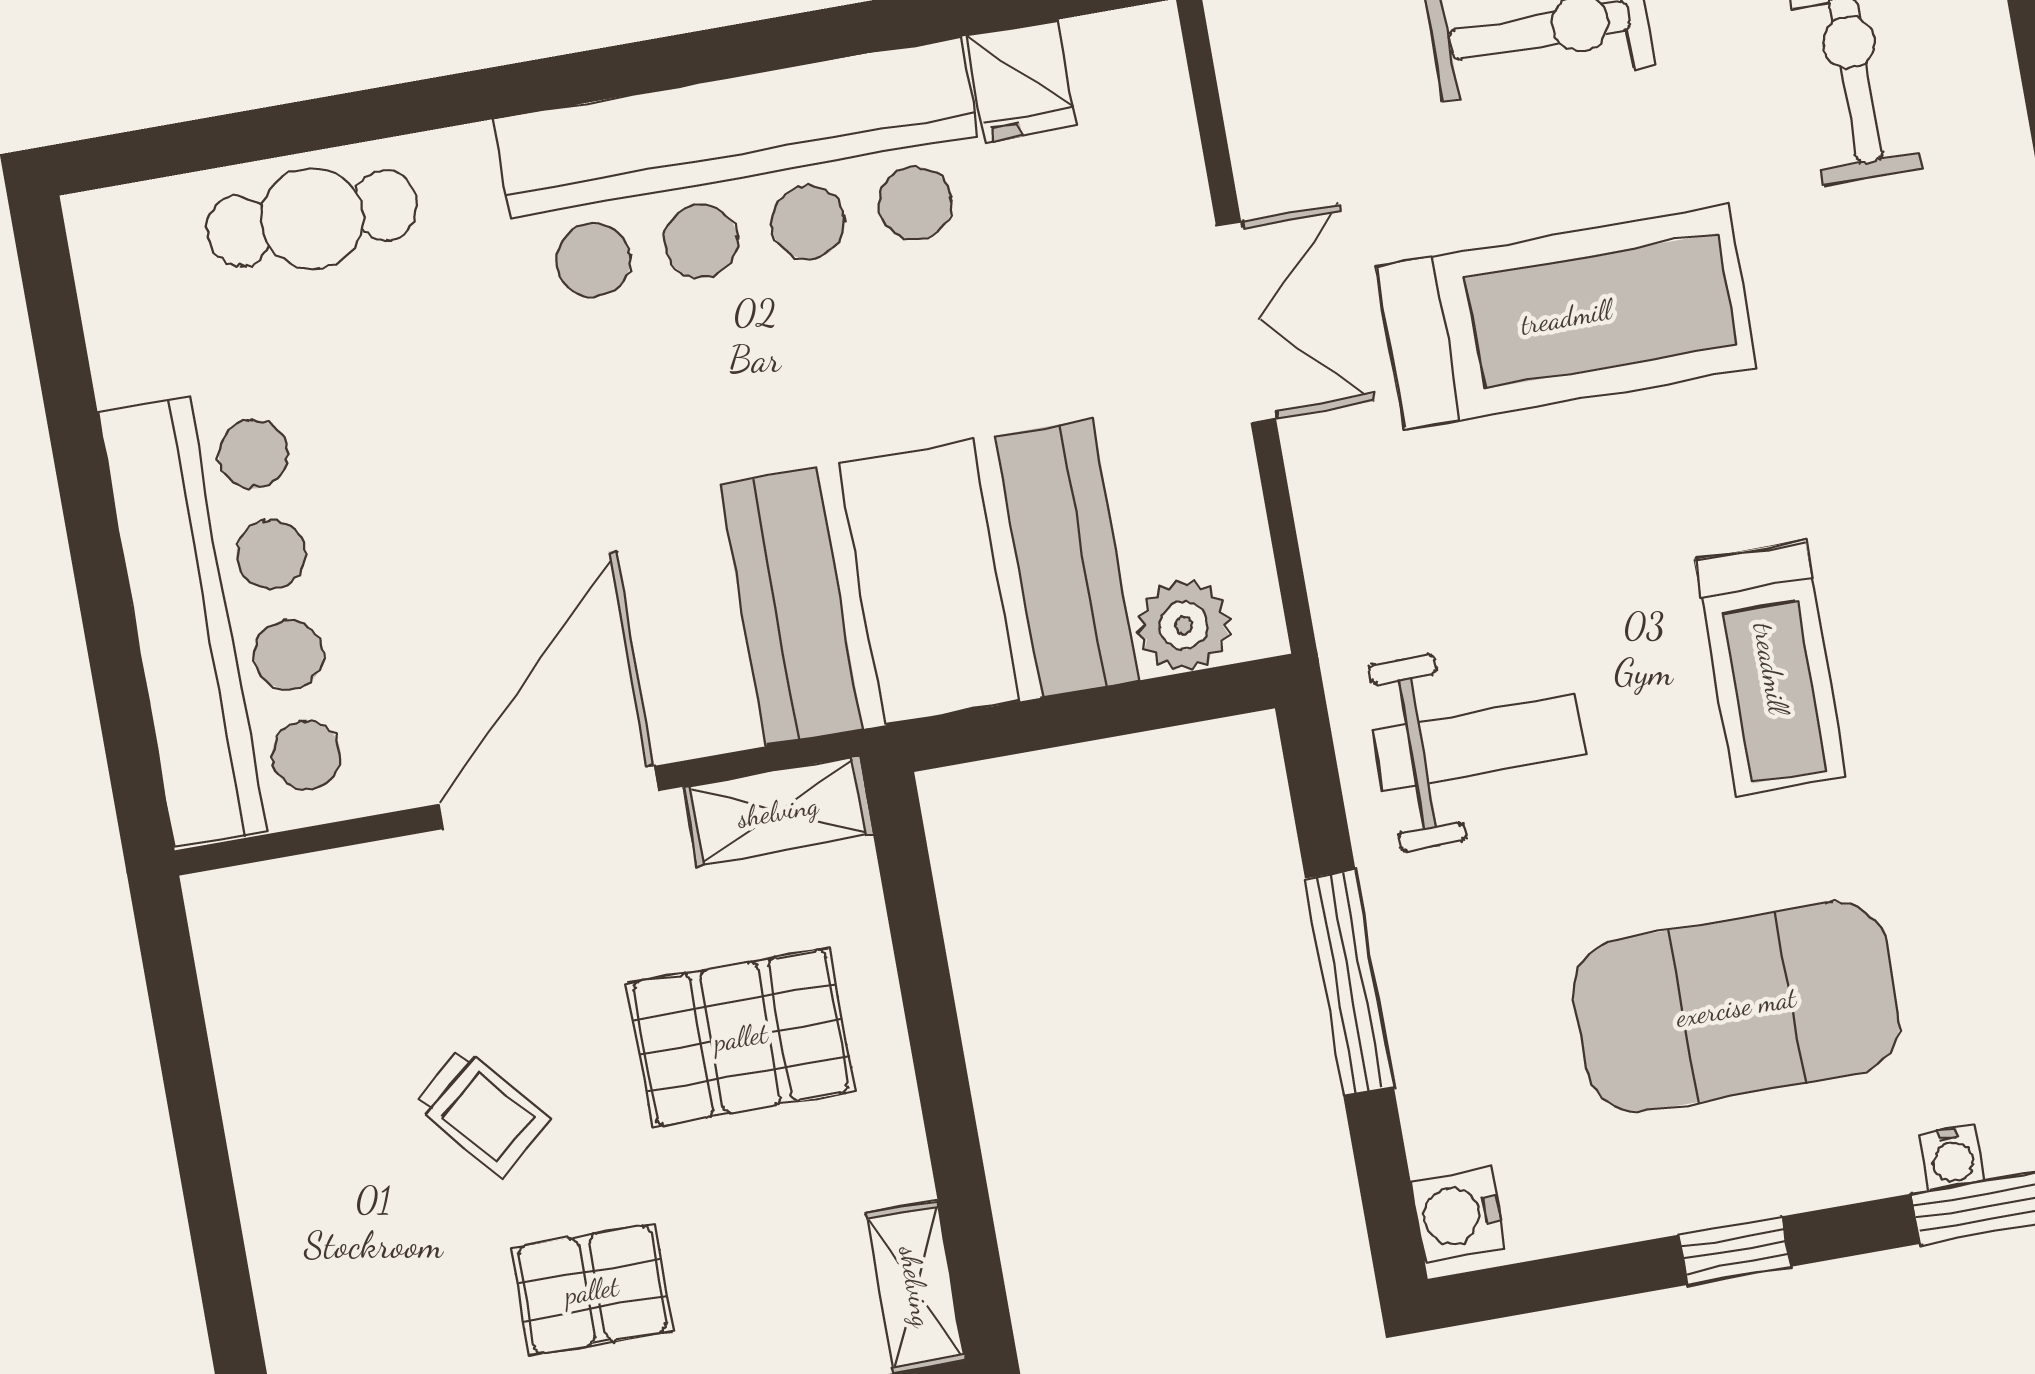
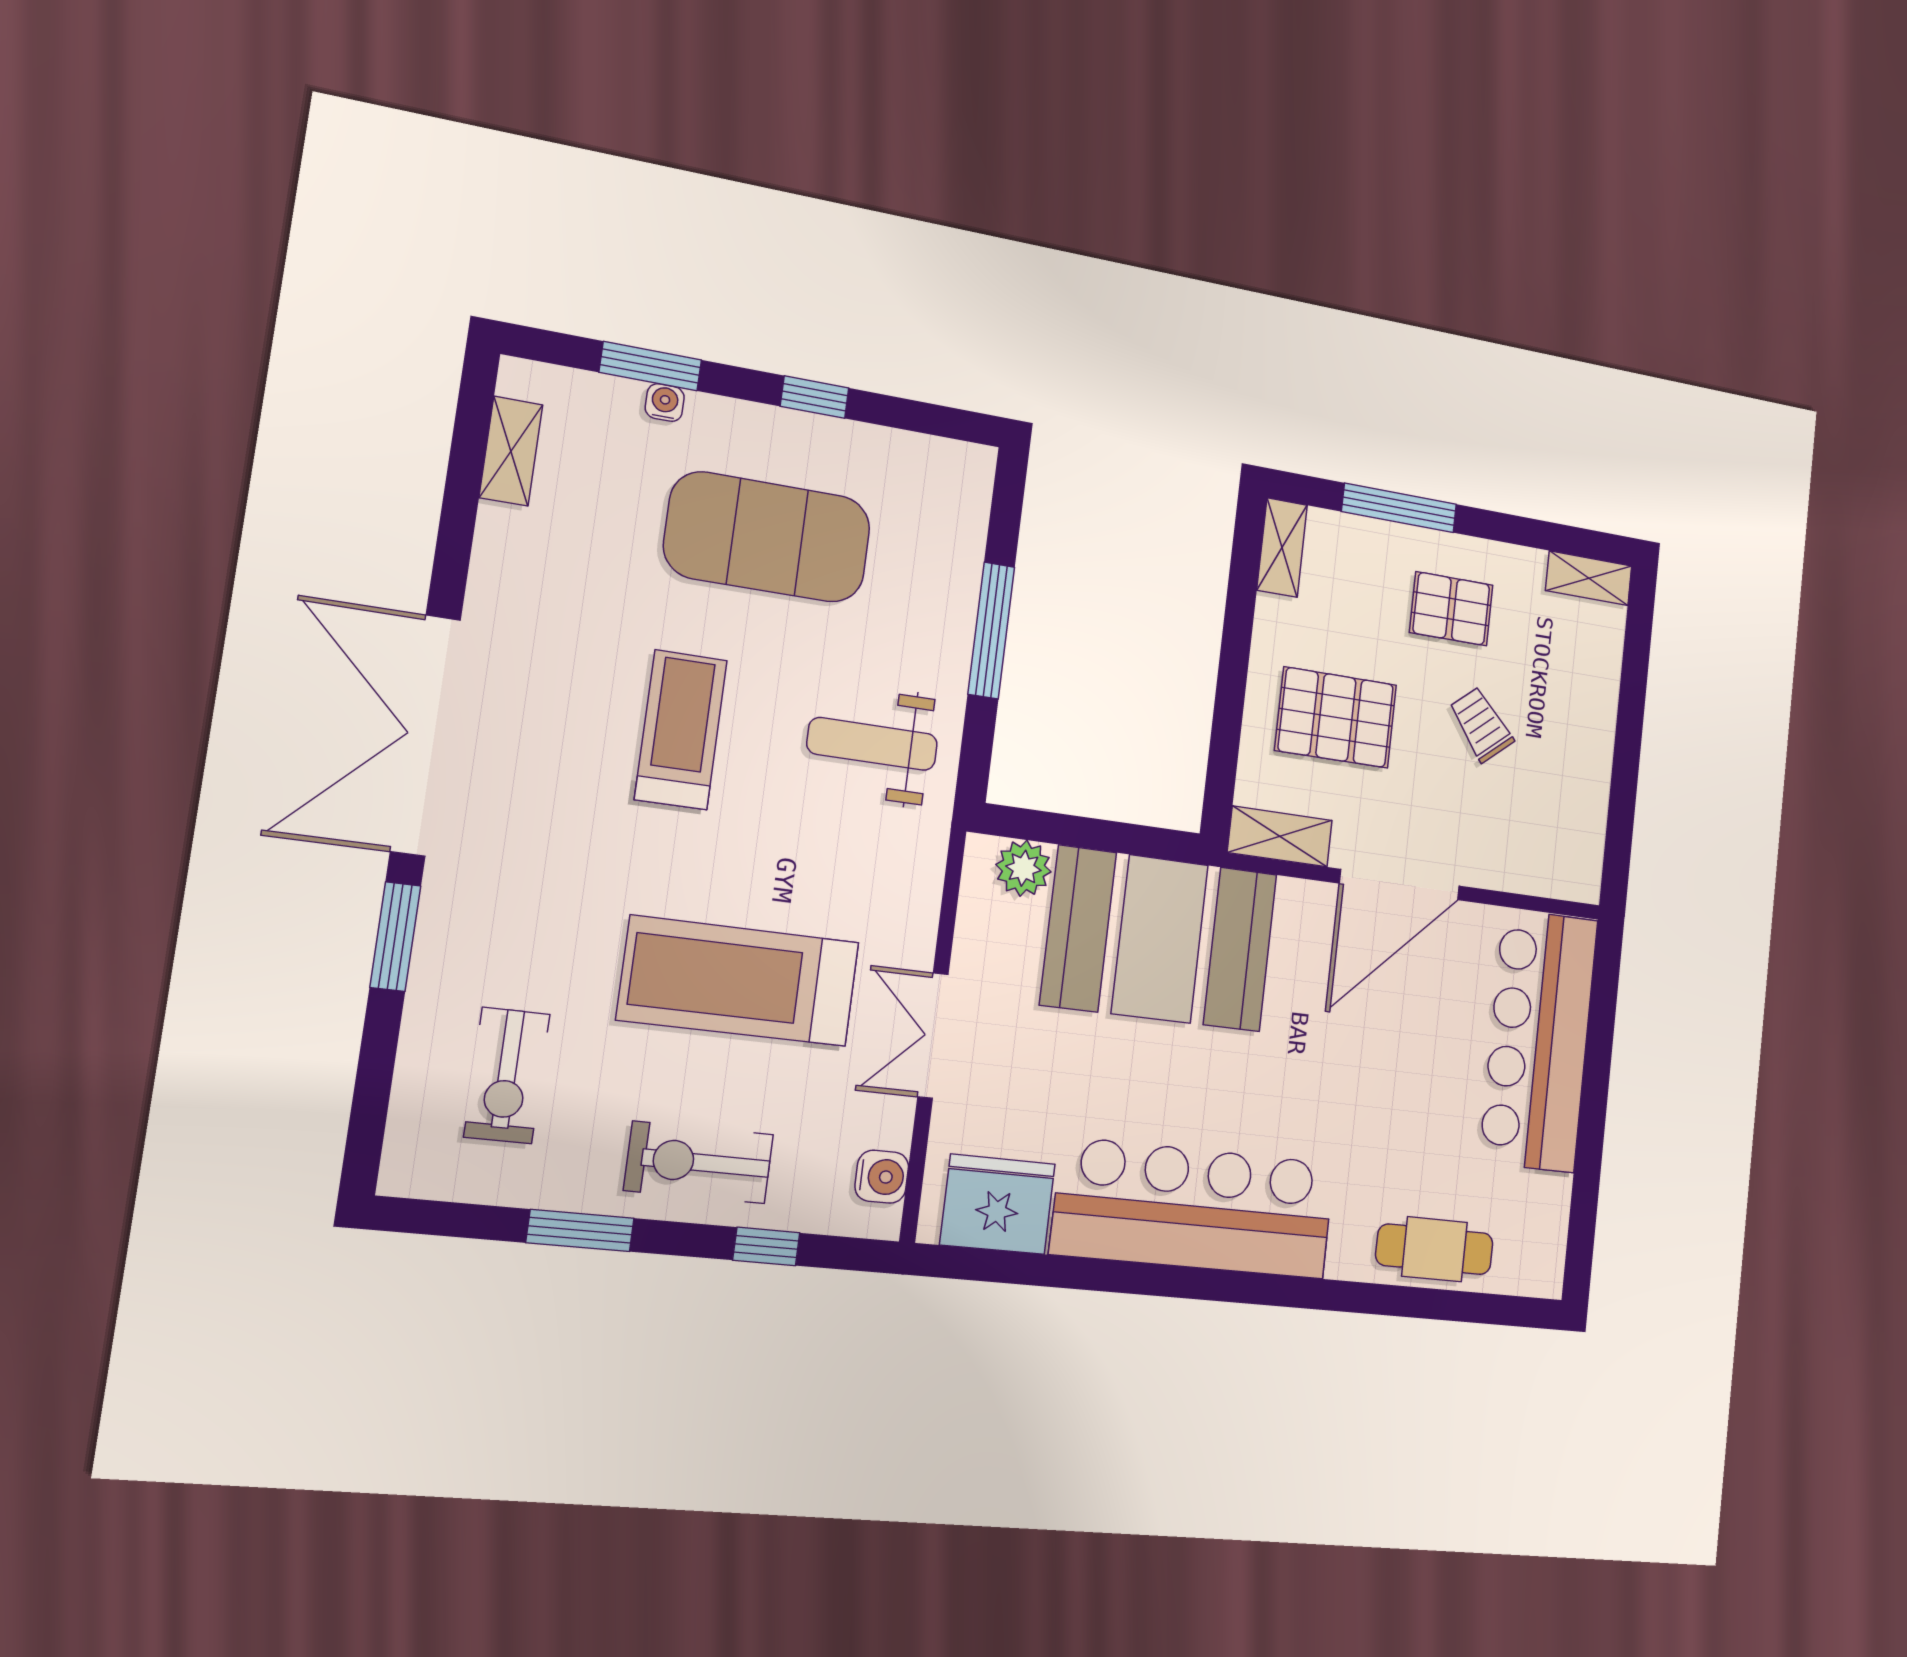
fridge: (1022, 81) -> (998, 1204), width x1.88, depth x1.34
water cooler: (1458, 1215) -> (882, 1177), moved

